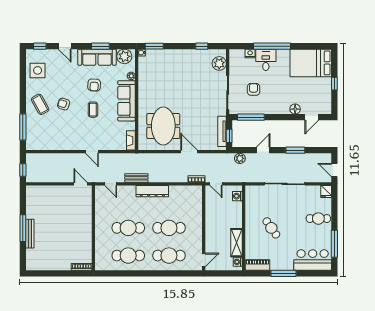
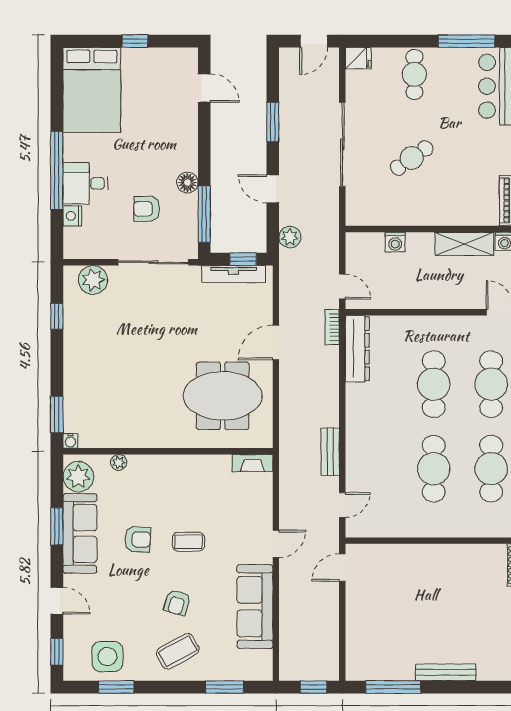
door: (65, 46) -> (57, 601), hinge flipped
window: (23, 75) -> (116, 687), added
sofa: (126, 101) -> (255, 607), moved, turned 90
floor lamp: (295, 109) -> (187, 183), moved
window: (23, 127) -> (225, 687), width x0.69
door: (216, 184) -> (342, 287), hinge flipped
dresser: (152, 191) -> (357, 349), moved
washing machine: (237, 196) -> (395, 242), moved
window: (23, 228) -> (393, 687), moved
cafe table: (271, 228) -> (412, 158), moved

